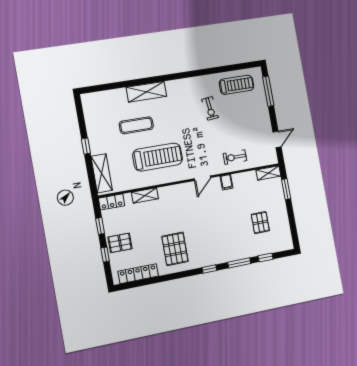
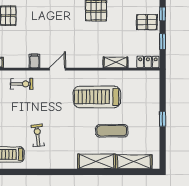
shelving: (102, 173) -> (134, 162), moved, turned 90

